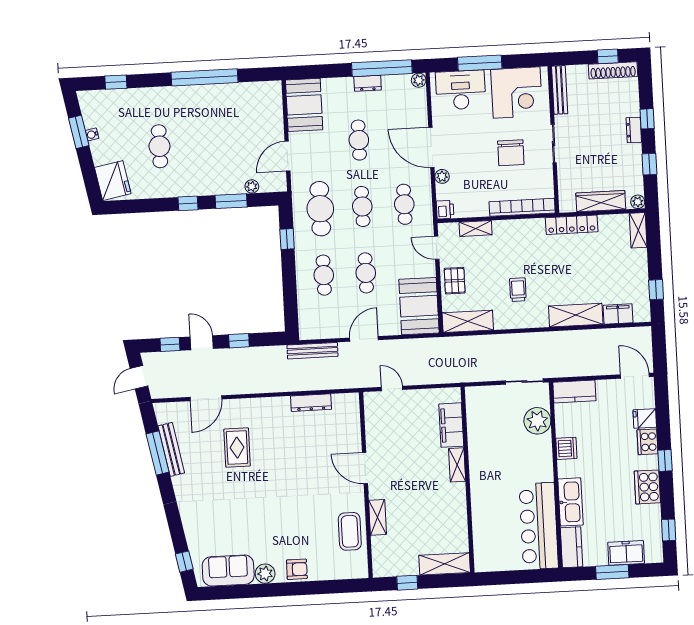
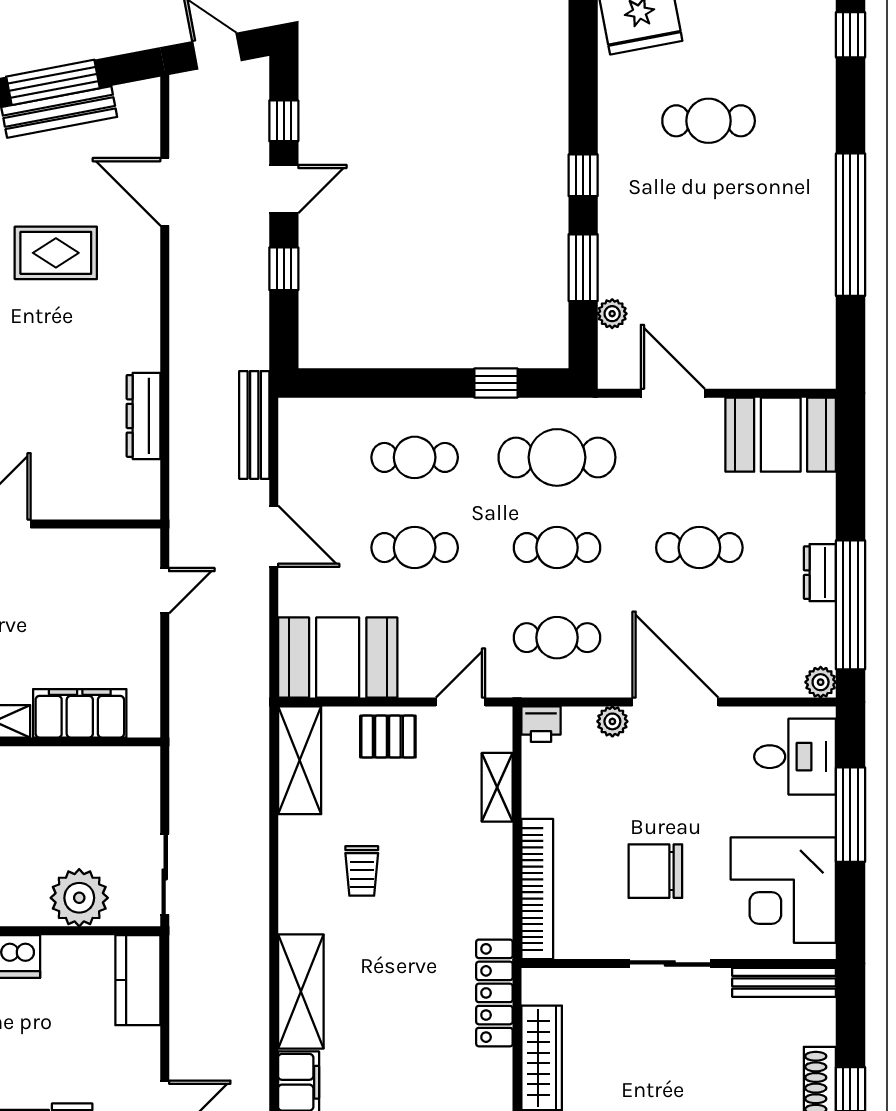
desk: (461, 90) -> (795, 757), width x0.73
door: (431, 147) -> (675, 702), hinge flipped
trolley: (518, 290) -> (362, 871), turned 90

